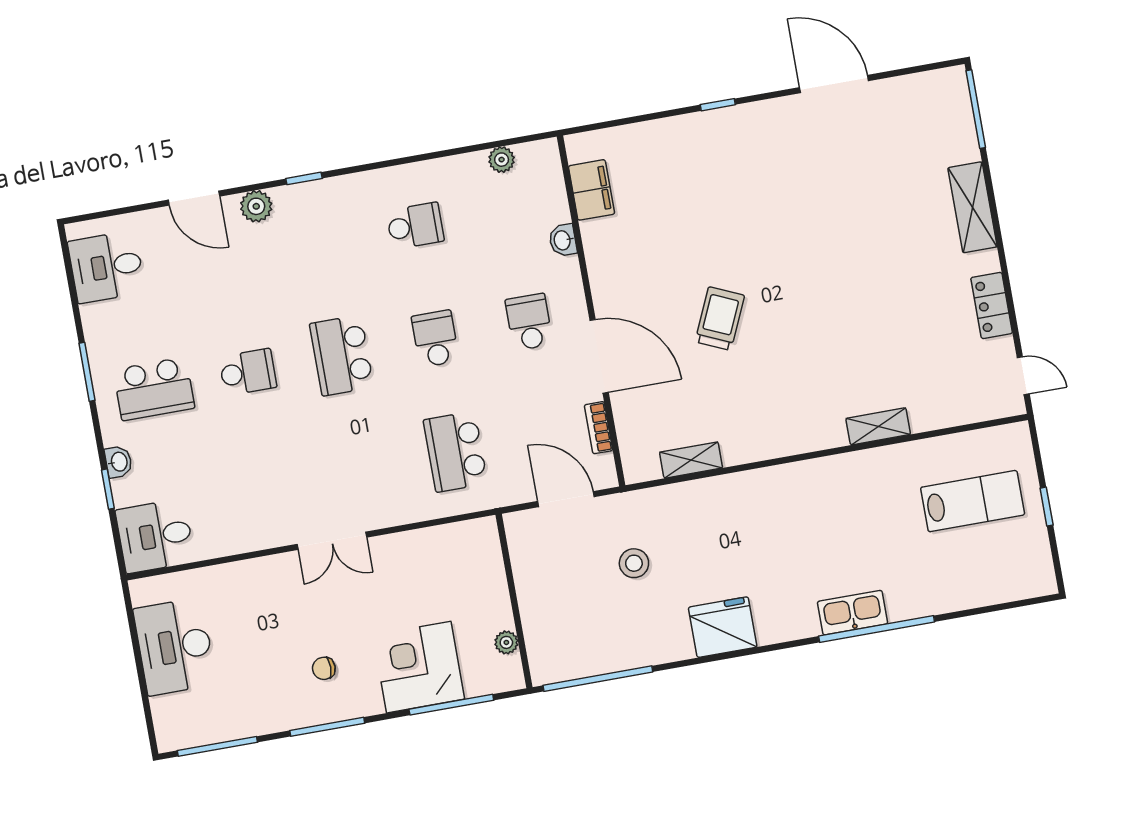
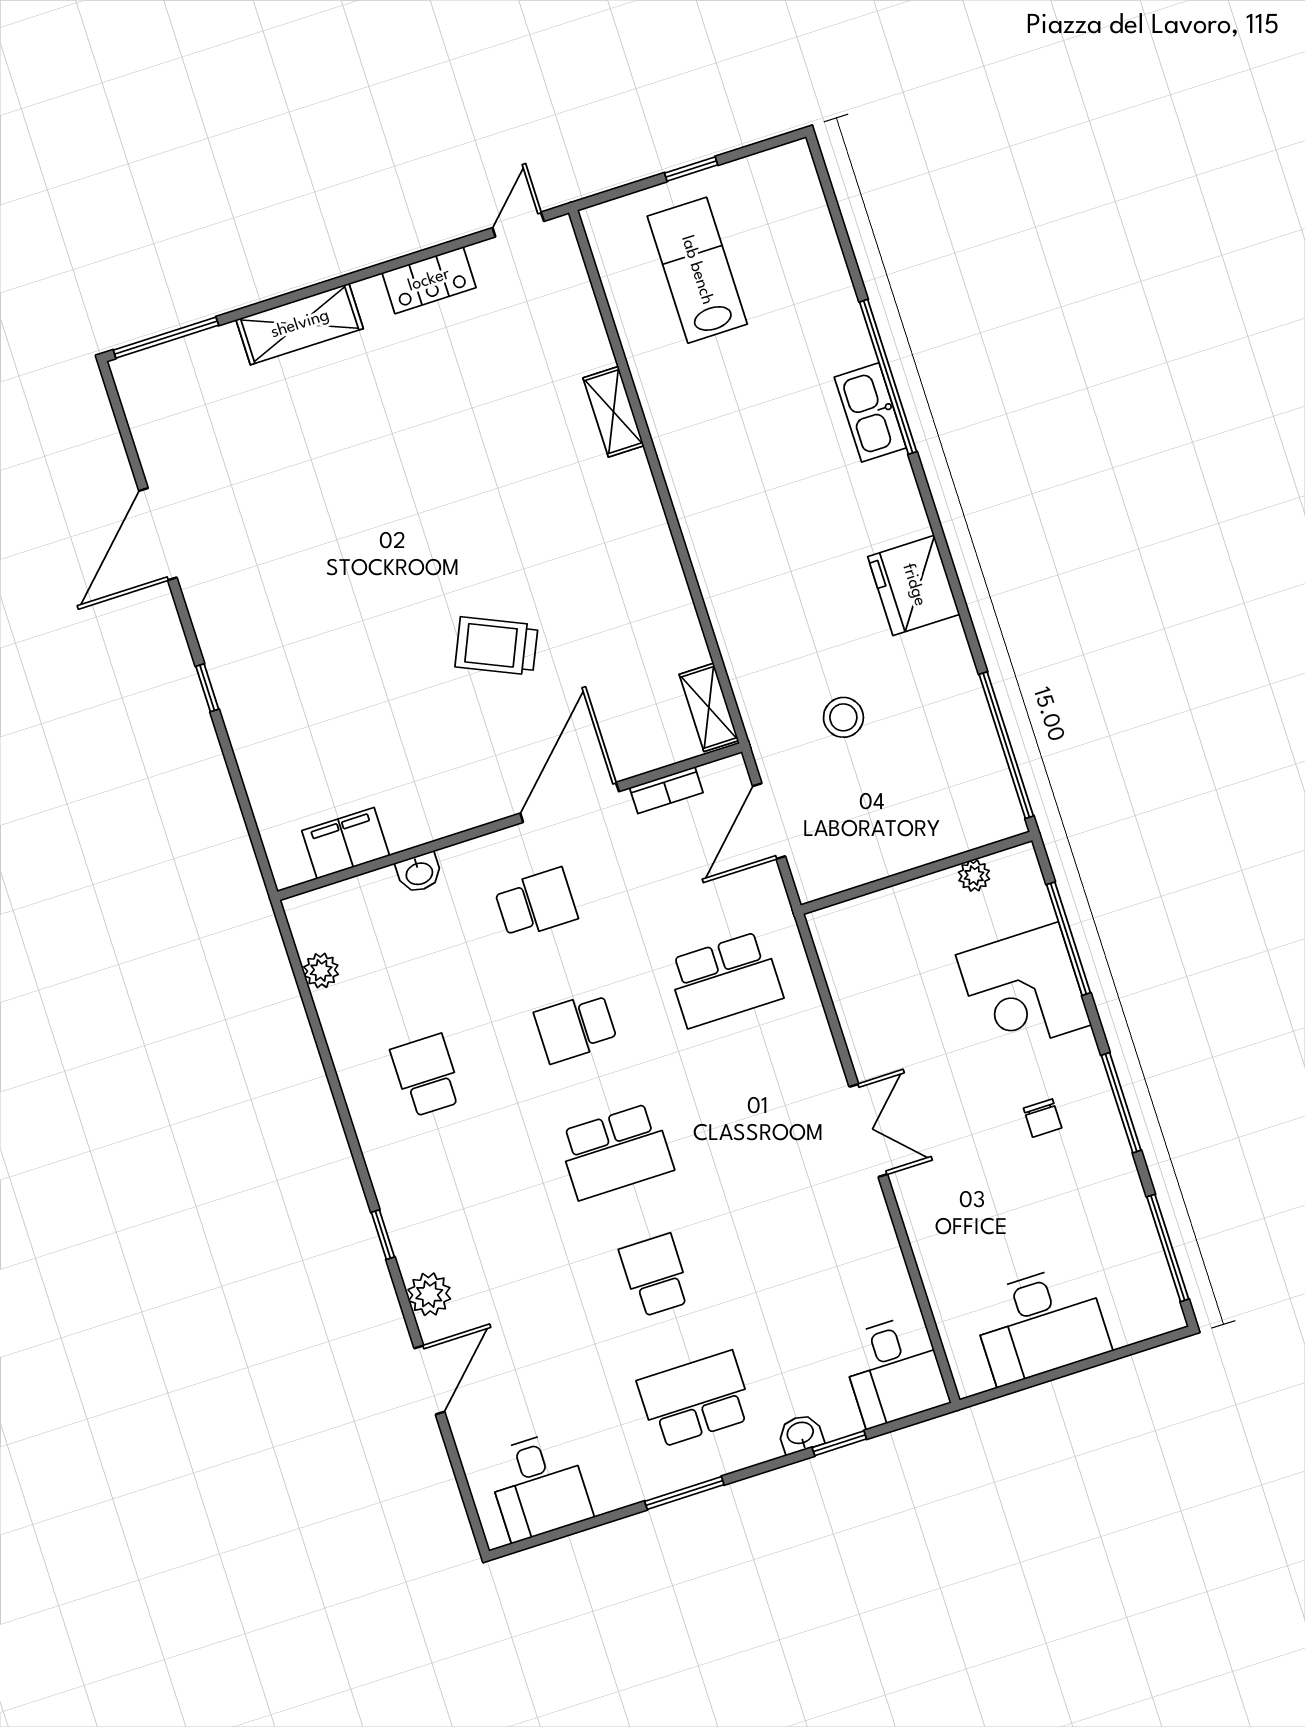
school desk: (529, 322) -> (536, 903), turned 180
school desk: (154, 389) -> (695, 1399), turned -90
shelving: (691, 460) -> (709, 707), moved

